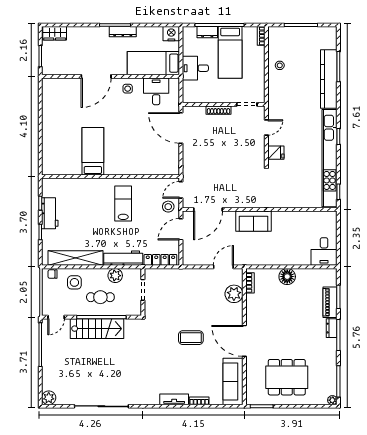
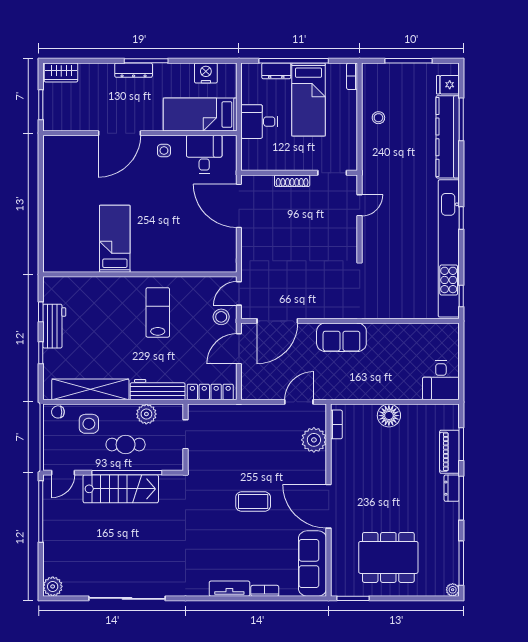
dresser: (123, 32) -> (134, 70), moved
nightstand: (171, 34) -> (206, 73), moved
fridge: (276, 153) -> (448, 85), moved, turned 180

